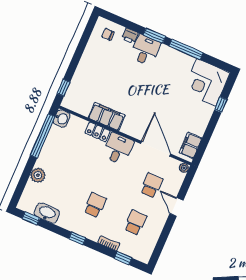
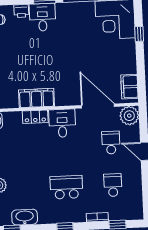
plant: (184, 168) -> (129, 116), width x1.88, depth x1.88
school desk: (95, 205) -> (66, 187), width x1.85

